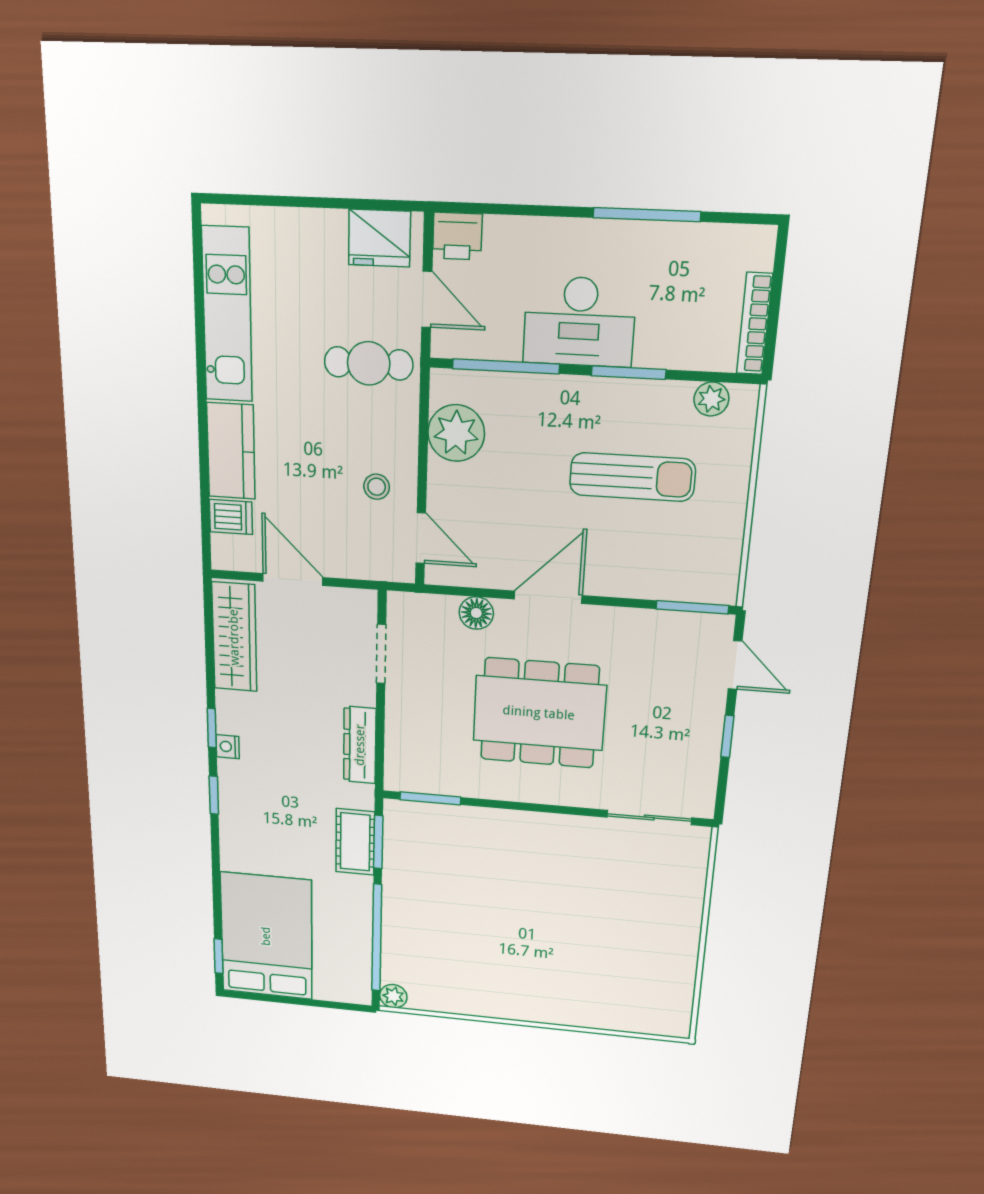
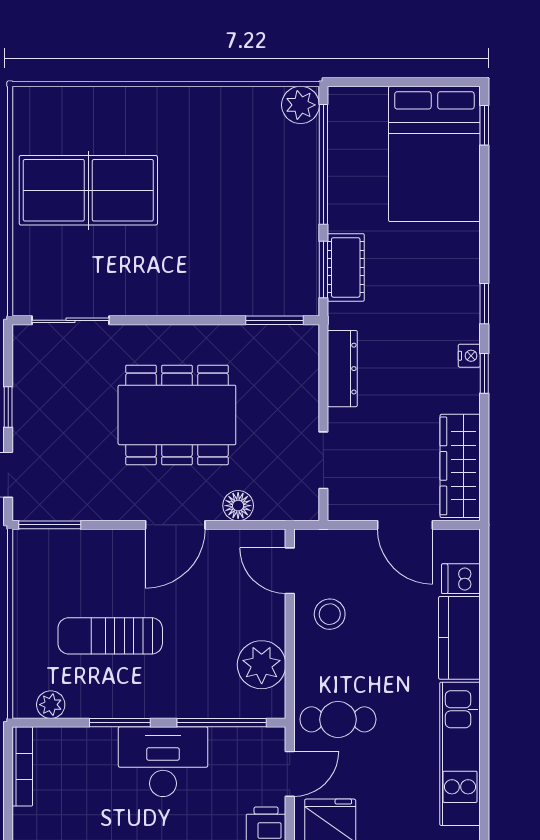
door: (427, 299) -> (290, 774), swing flipped
stool: (377, 487) -> (330, 614), width x1.37, depth x1.37
table tennis table: (619, 939) -> (88, 190), added
plant: (393, 996) -> (300, 105), width x1.38, depth x1.38

